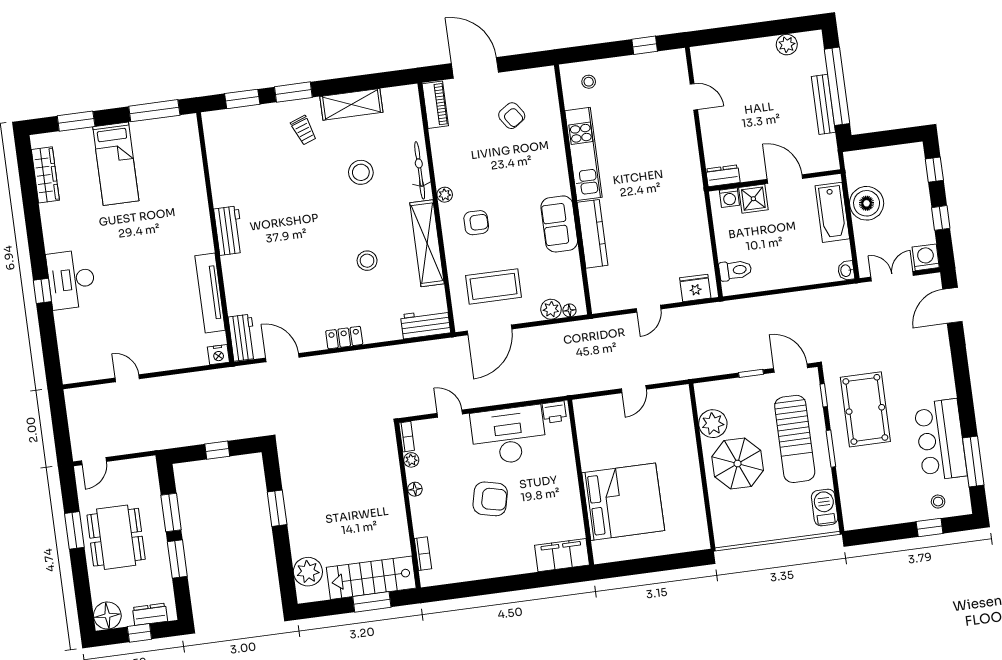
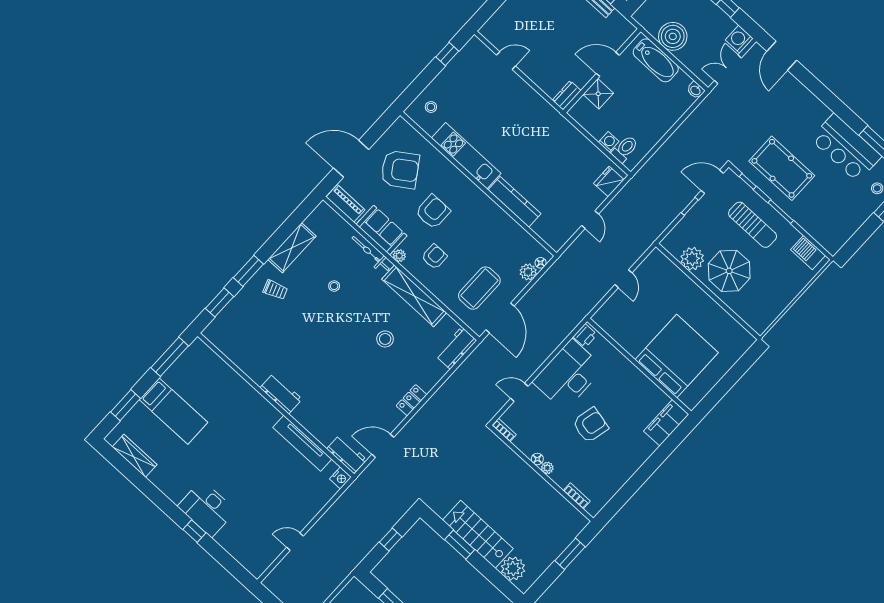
armchair: (512, 116) -> (400, 170), width x1.88, depth x1.88
stool: (361, 172) -> (334, 286), width x0.53, depth x0.53
armchair: (509, 180) -> (433, 212), added
washing machine: (729, 198) -> (609, 142), moved, turned -90
sofa: (559, 224) -> (382, 230), moved, turned 180
sun lounger: (795, 439) -> (753, 225), width x0.73, depth x0.75
plant: (411, 460) -> (547, 468), moved
stairs: (371, 578) -> (478, 534), moved, turned 90

